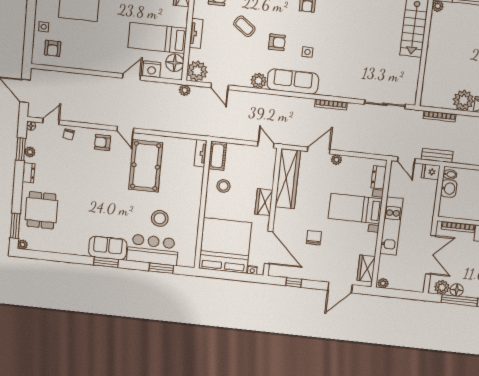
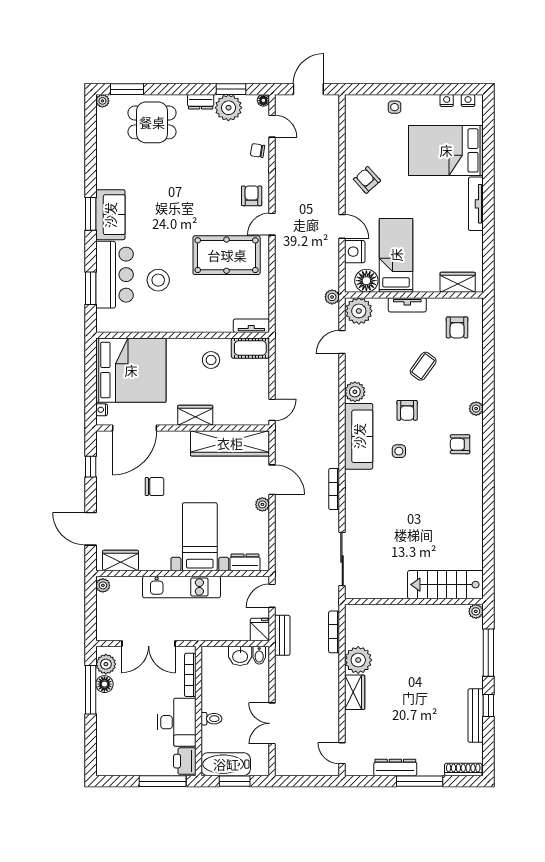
armchair: (53, 48) -> (367, 180), moved, turned 48
plant: (30, 152) -> (228, 108), width x1.88, depth x1.88

